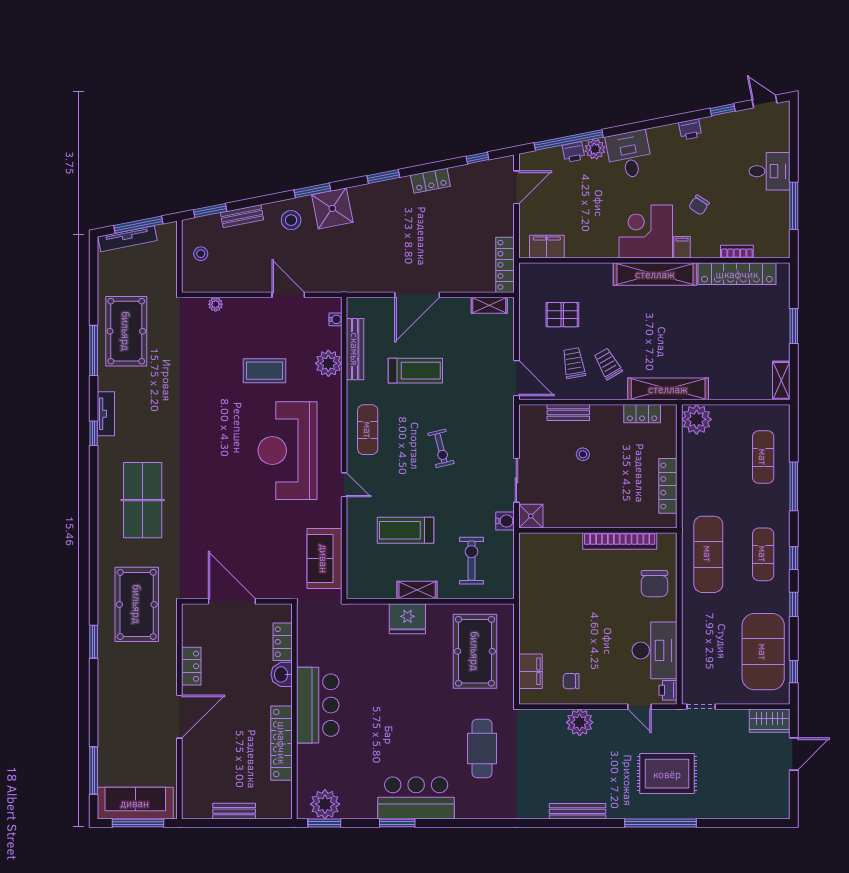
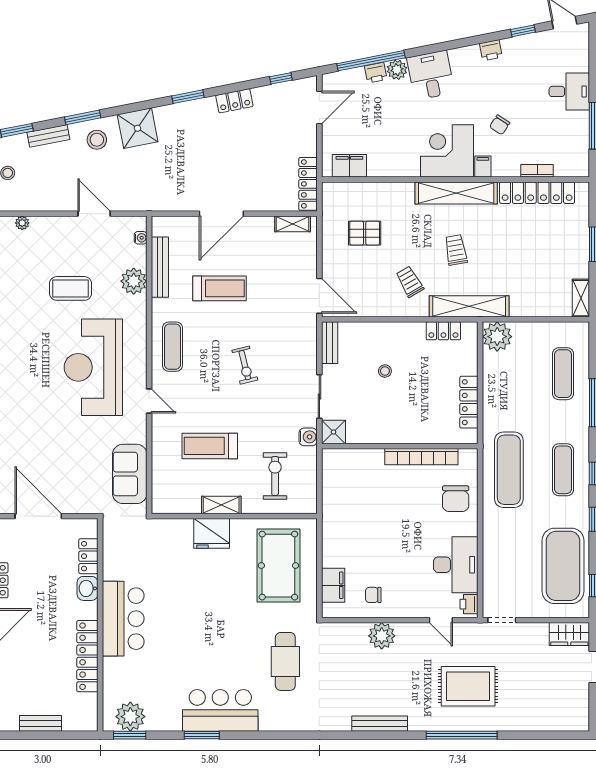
window: (312, 190) -> (83, 117), moved
trolley: (574, 363) -> (456, 250), moved
bench: (568, 412) -> (330, 343), moved, turned 90

